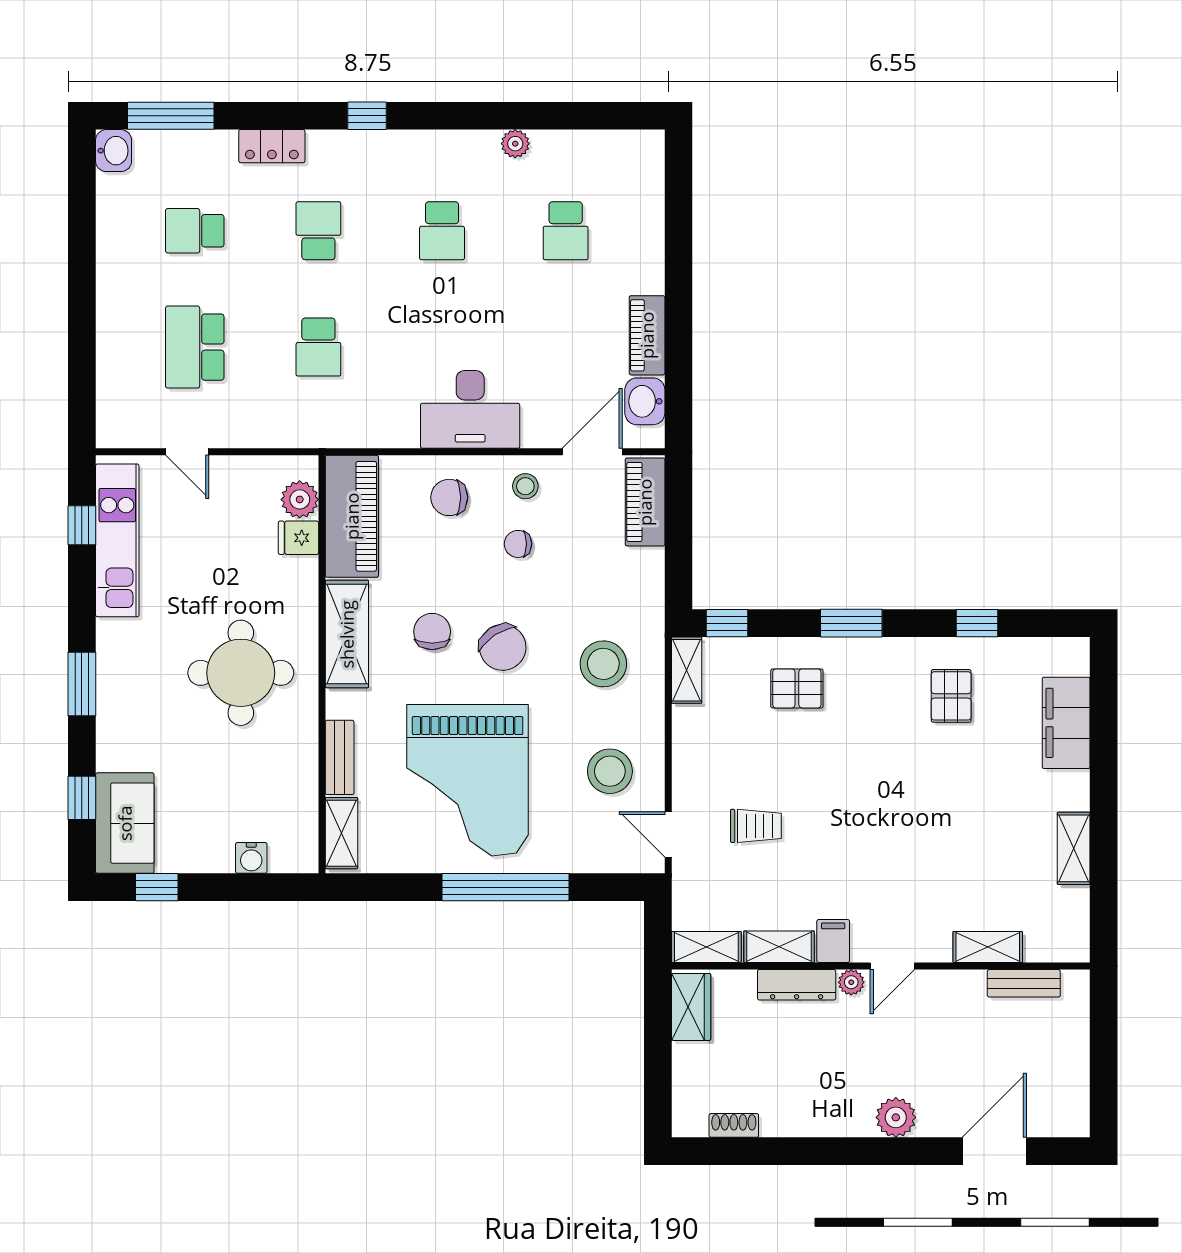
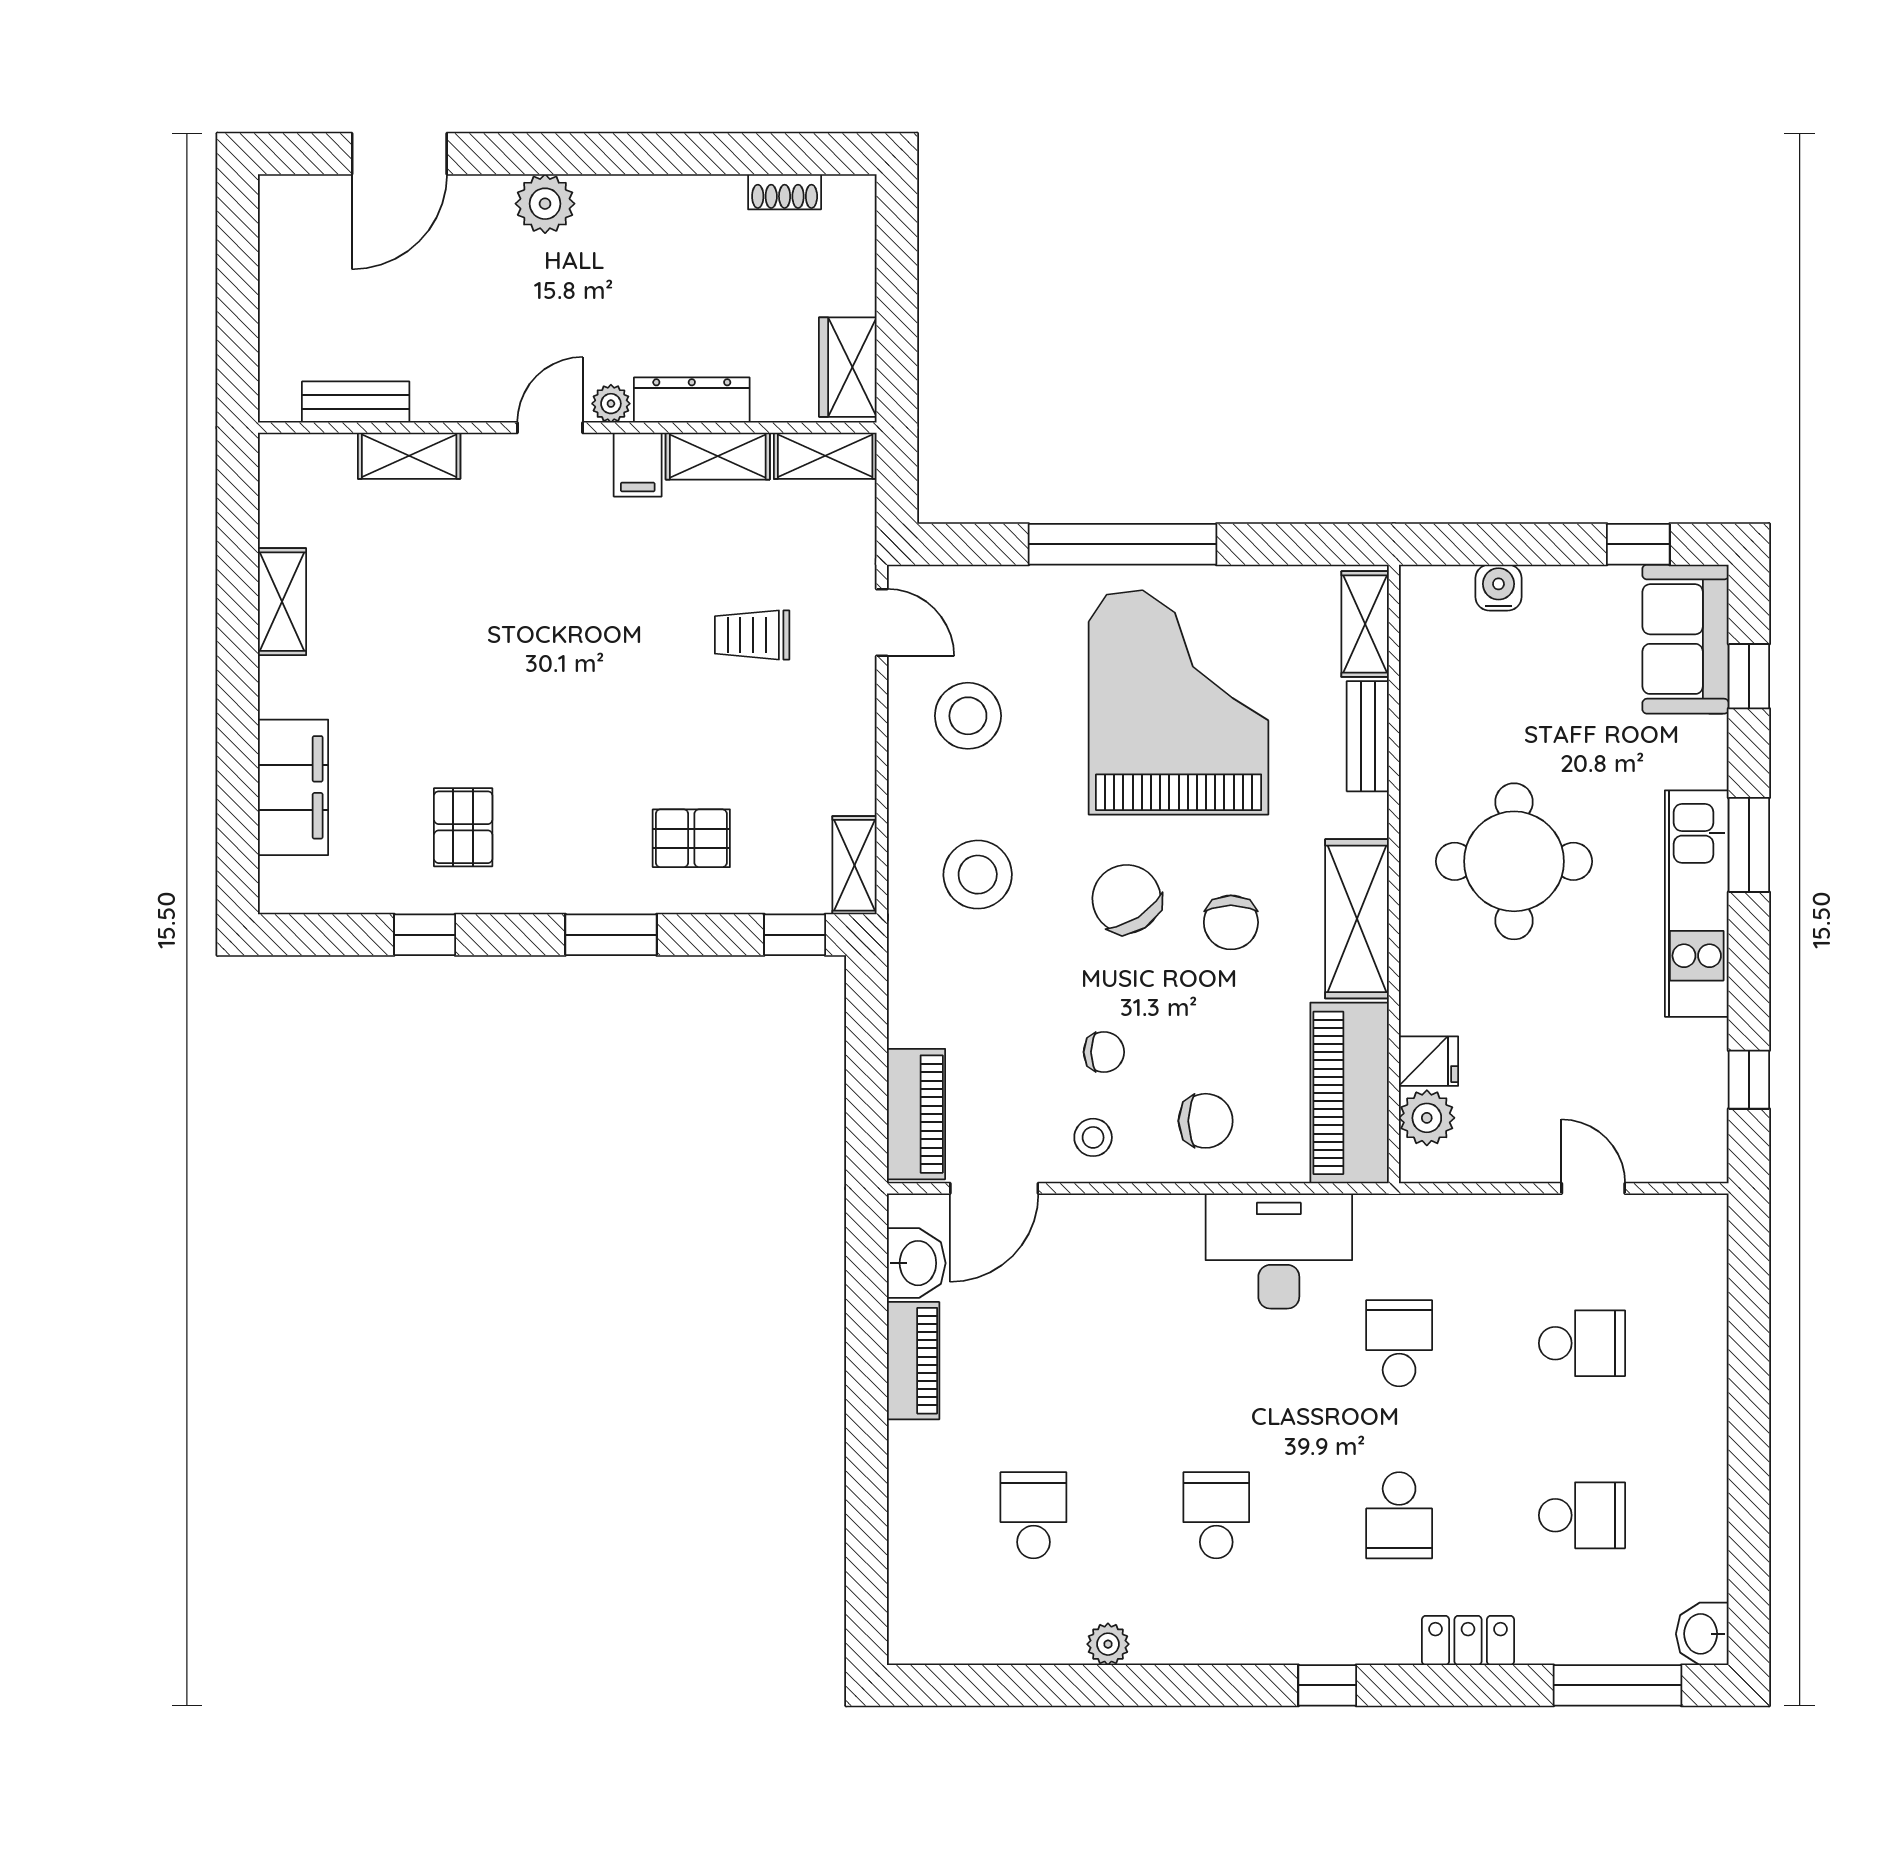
school desk: (195, 347) -> (1582, 1343), width x0.54
desk: (470, 409) -> (1279, 1251), moved
kitchen unit: (117, 540) -> (1697, 904), moved

